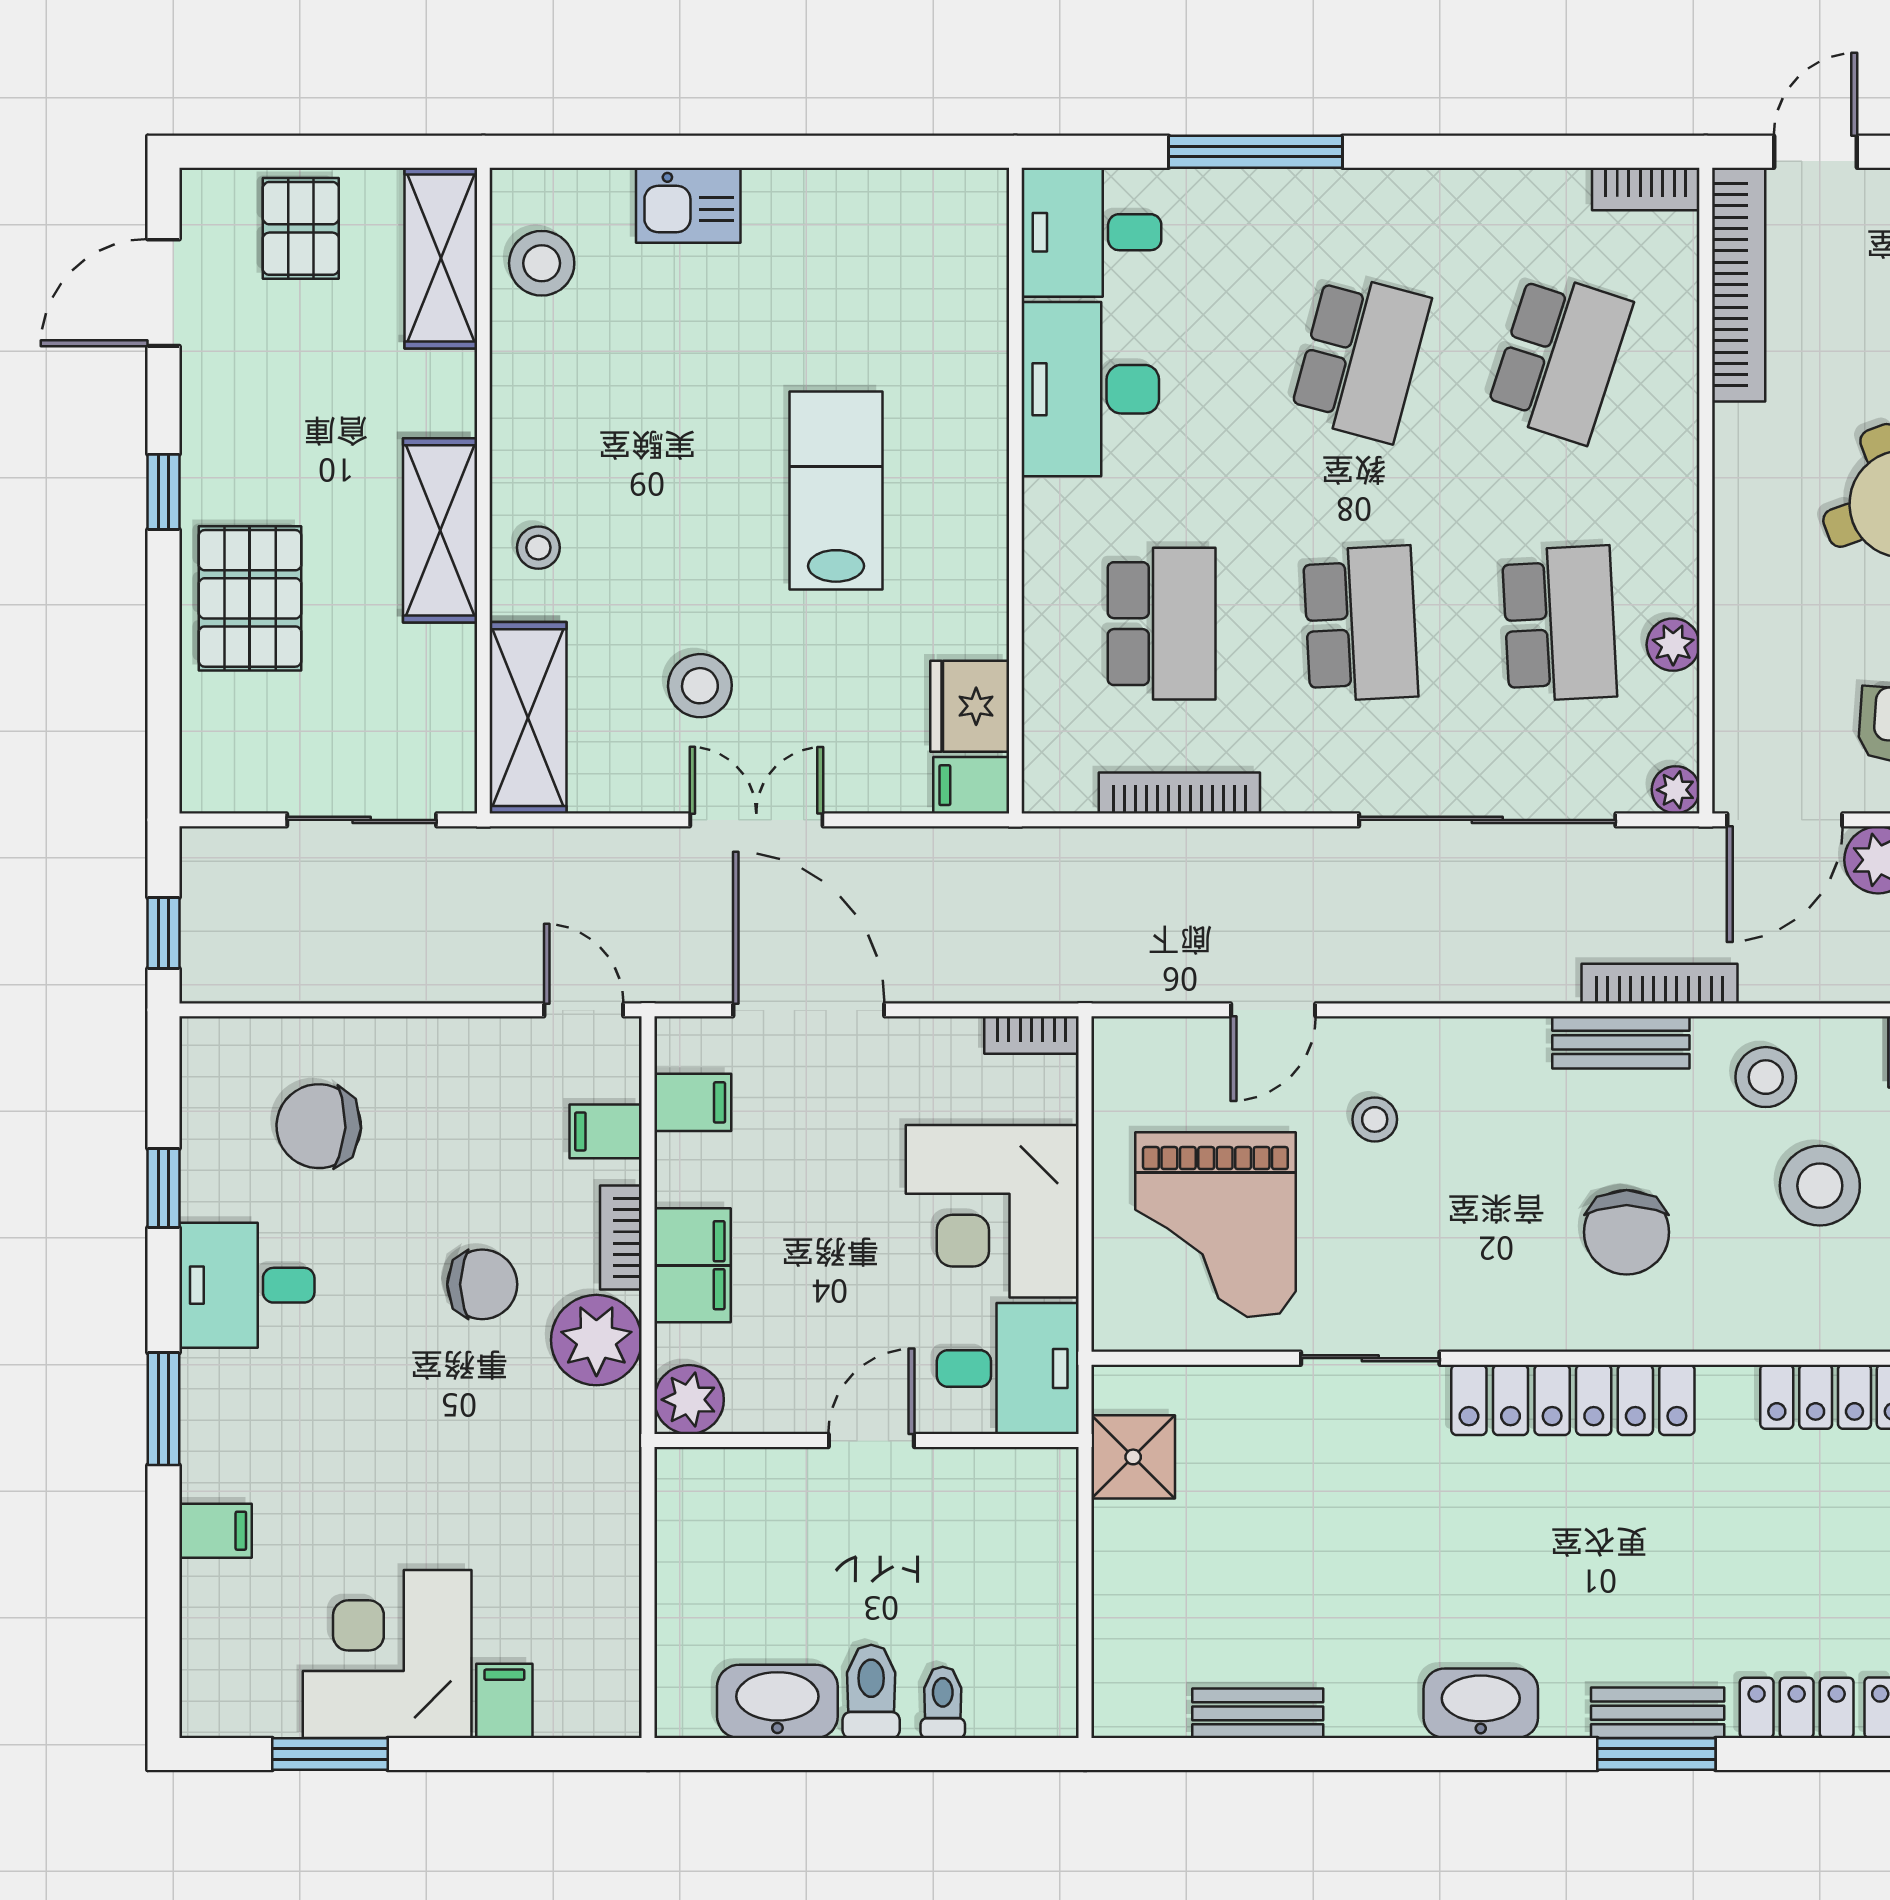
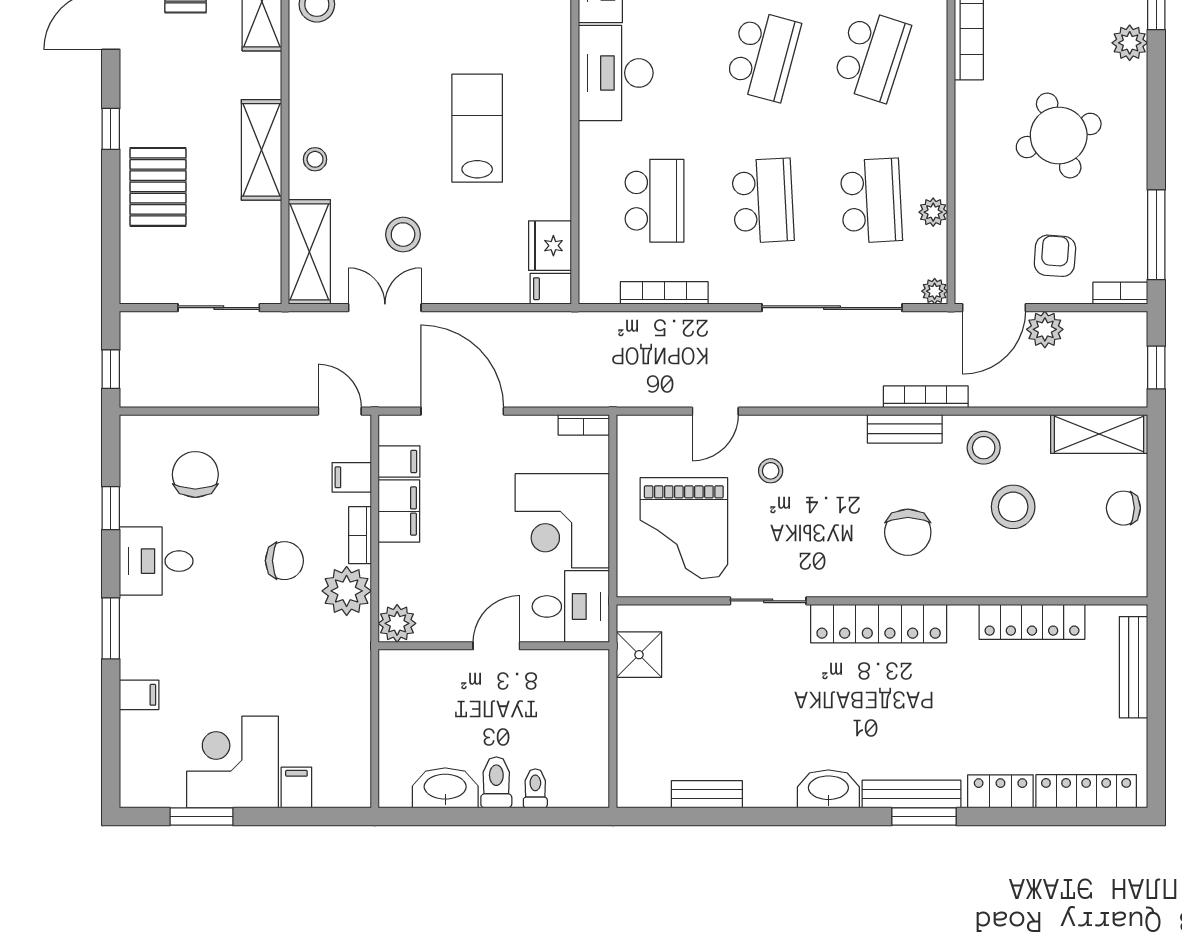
double door: (756, 820) -> (385, 308), moved
chair: (319, 1126) -> (195, 474), turned 87
filing cabinet: (692, 1265) -> (399, 511), moved
bench: (1658, 1713) -> (912, 794), width x1.36

